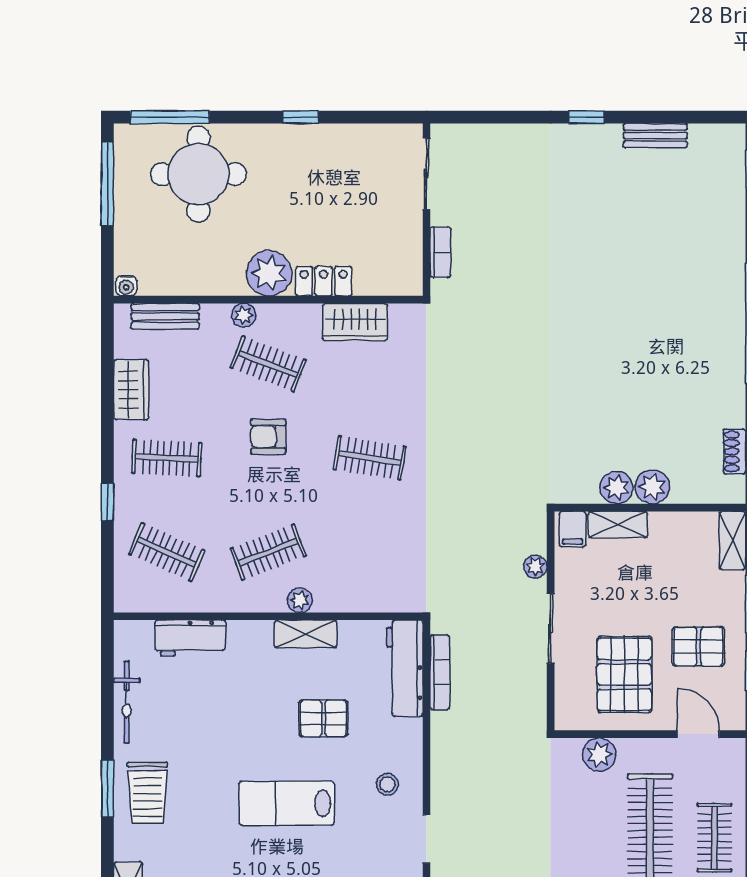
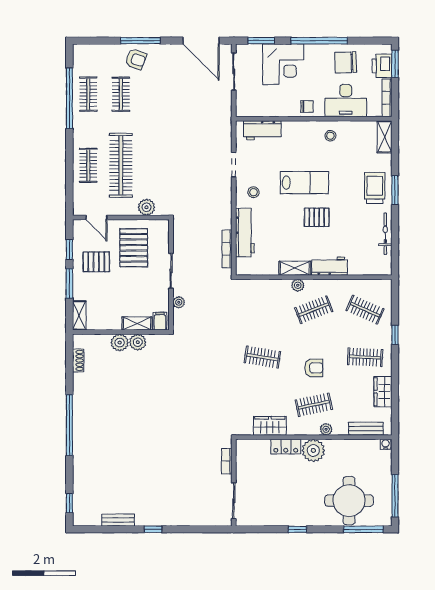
clothes rail: (268, 364) -> (314, 405), turned -33
workbench: (190, 638) -> (330, 266), moved
workbench: (405, 668) -> (245, 233), moved
pallet: (323, 718) -> (317, 217), moved

